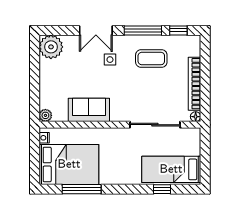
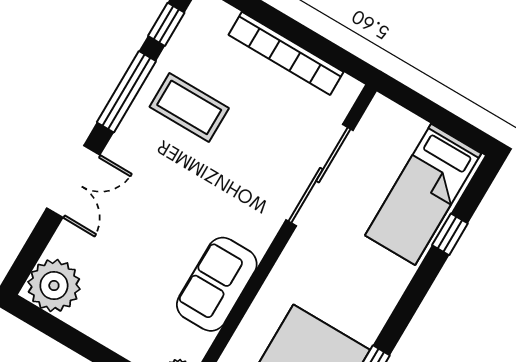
coffee table: (151, 59) -> (189, 107), turned 90
side table: (110, 60) -> (145, 187), removed
floor lamp: (196, 117) -> (350, 89), removed

